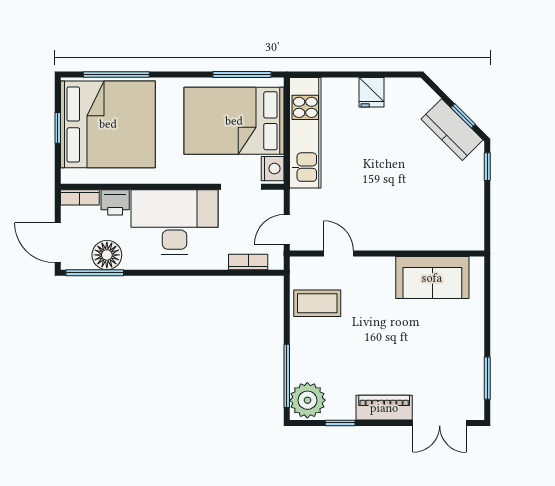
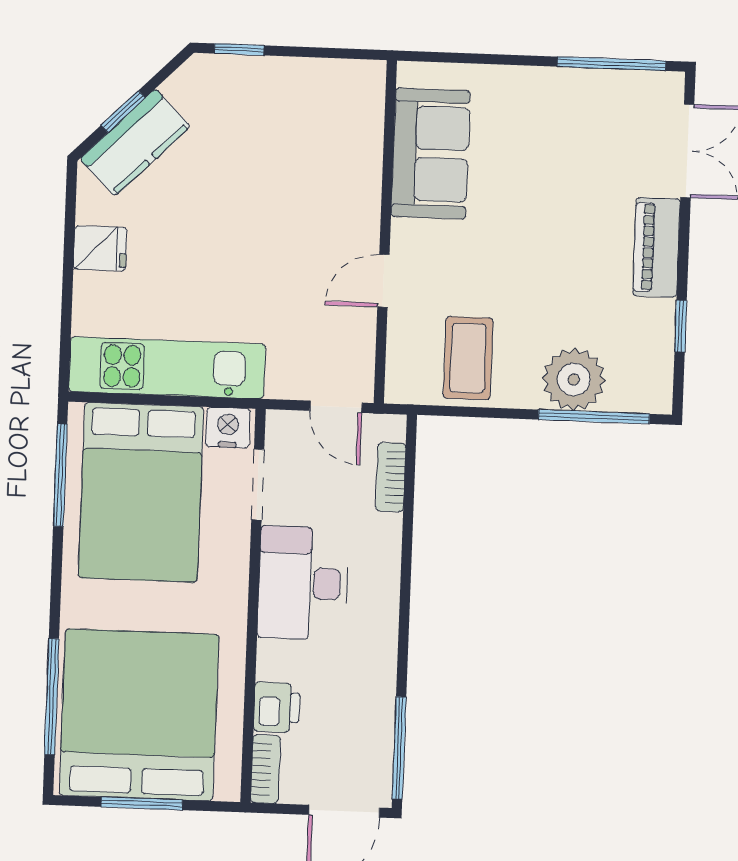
window: (463, 116) -> (123, 111), moved
window: (58, 128) -> (142, 803), width x1.50
kitchen counter: (452, 130) -> (135, 143), moved
desk: (174, 222) -> (303, 583), width x0.73, depth x0.77
door: (339, 254) -> (383, 281), moved
floor lamp: (107, 255) -> (369, 725), removed
window: (487, 378) -> (611, 64), width x1.44
plant: (307, 400) -> (574, 379), moved

